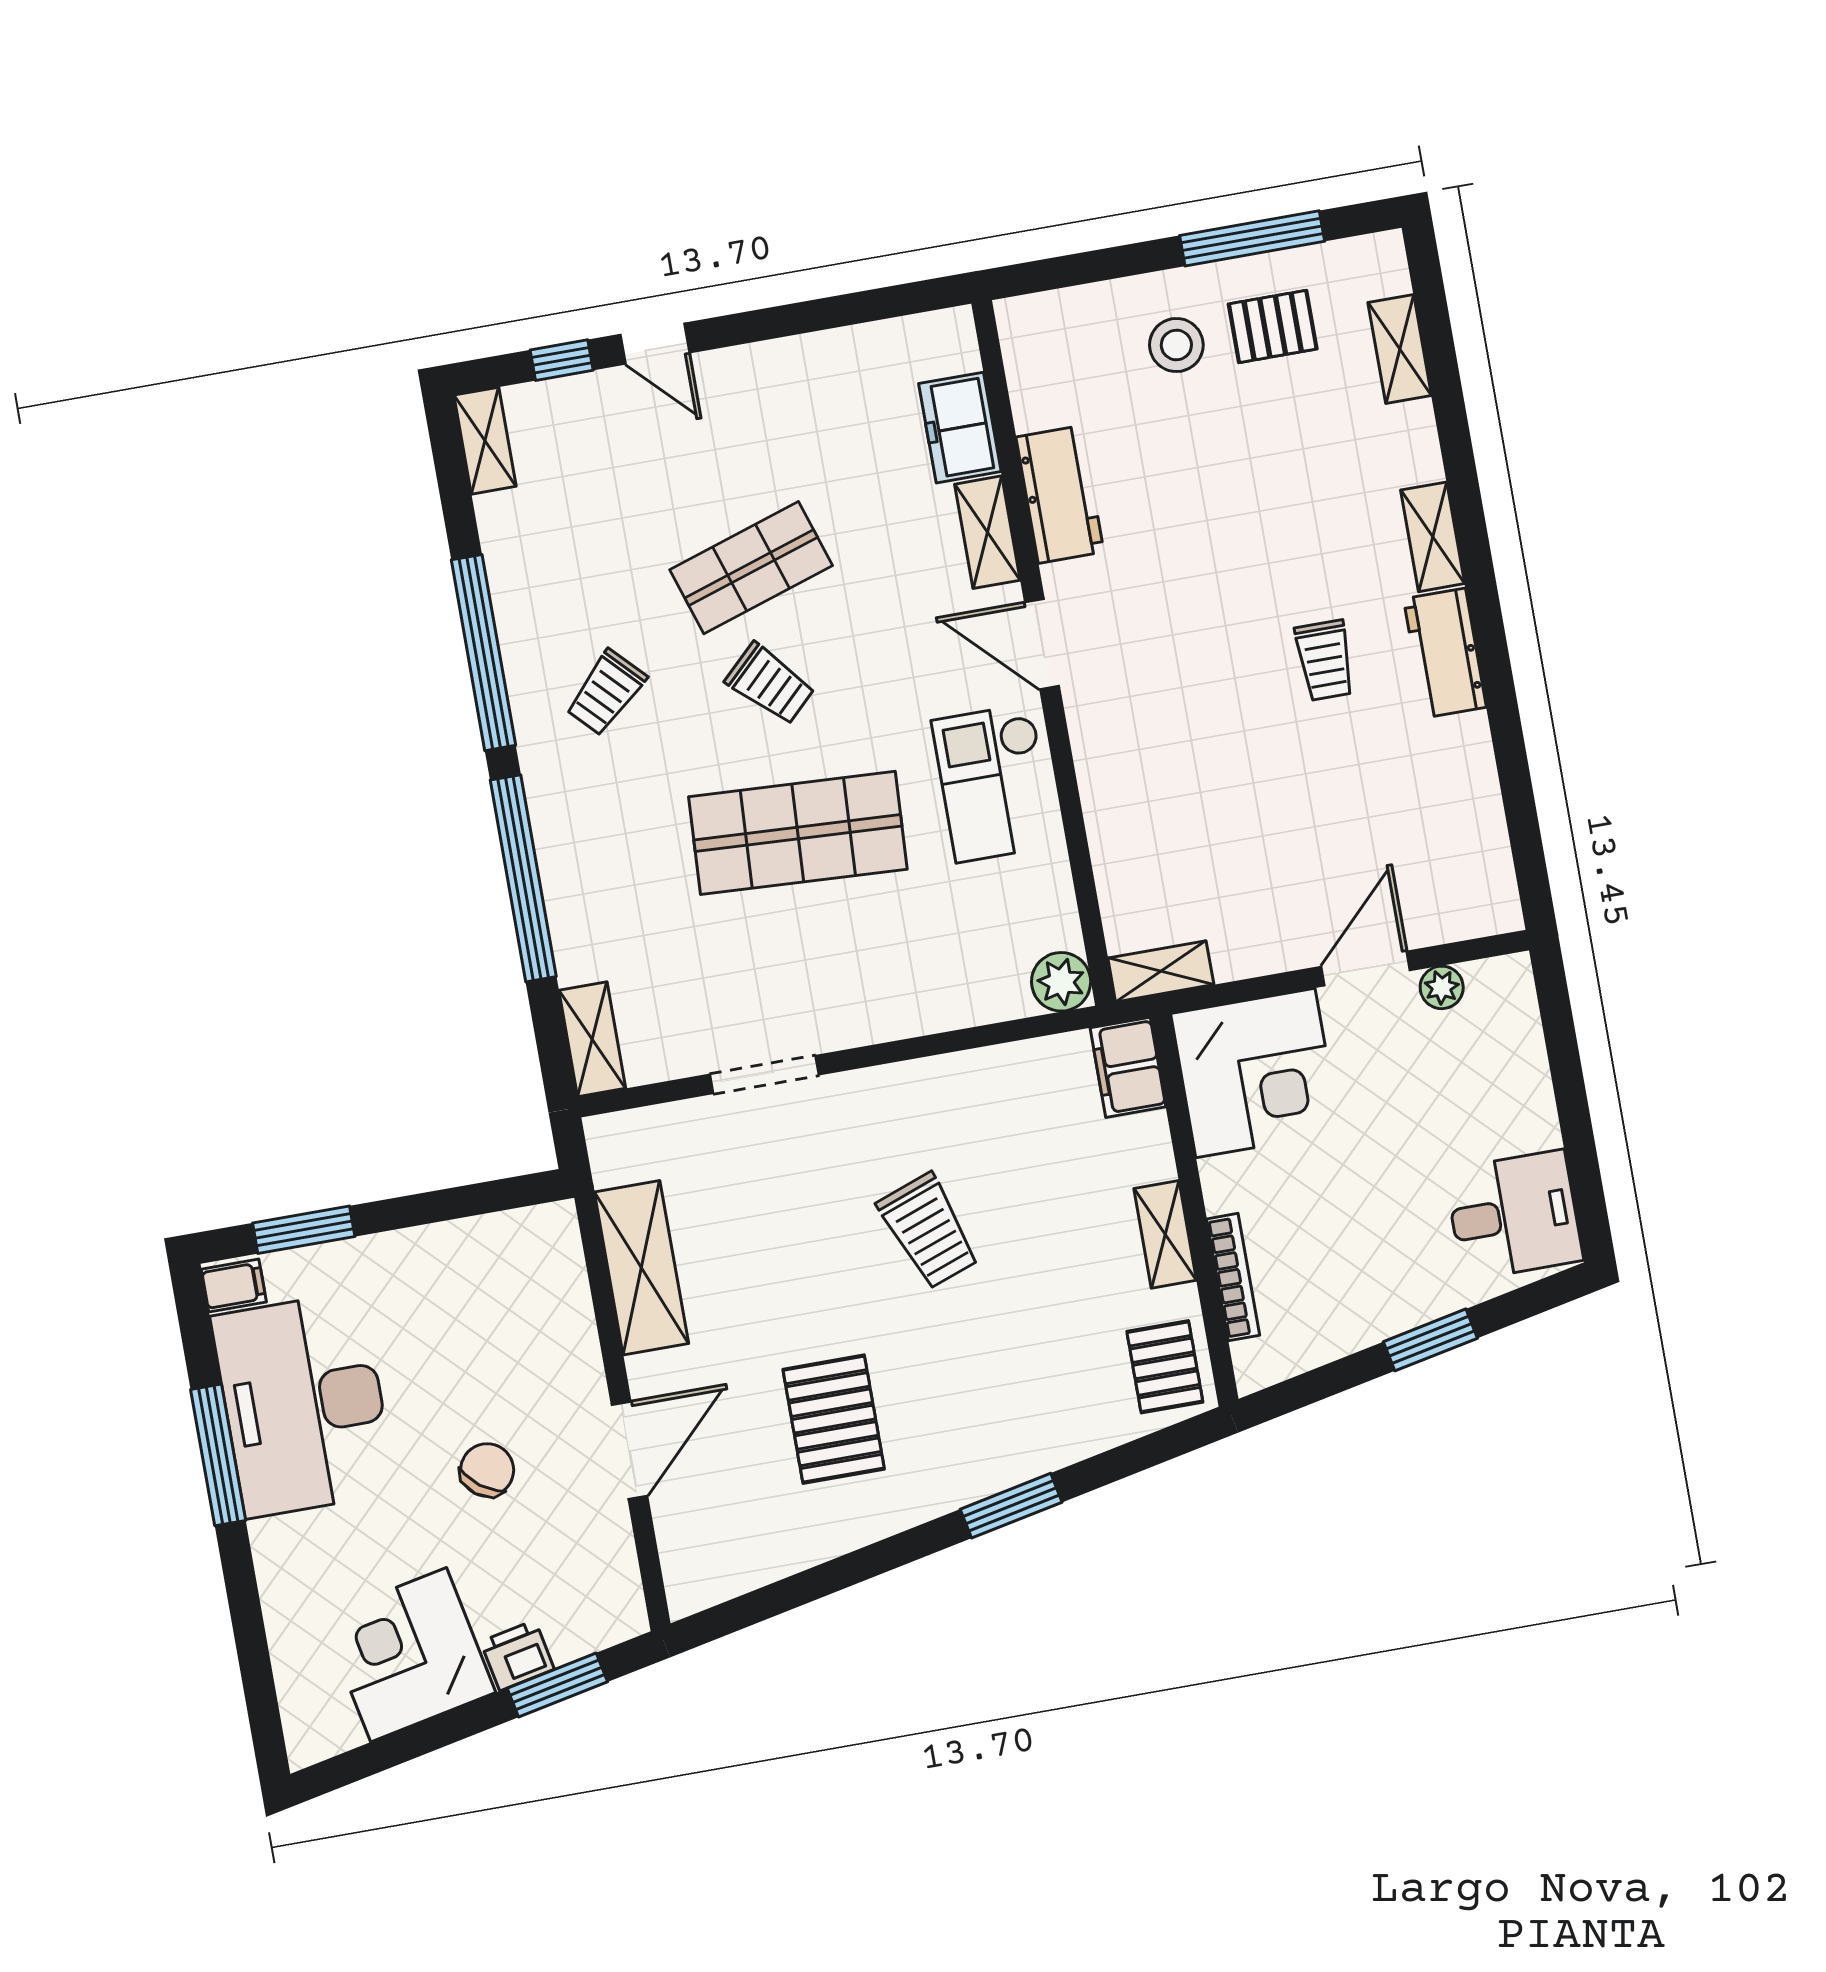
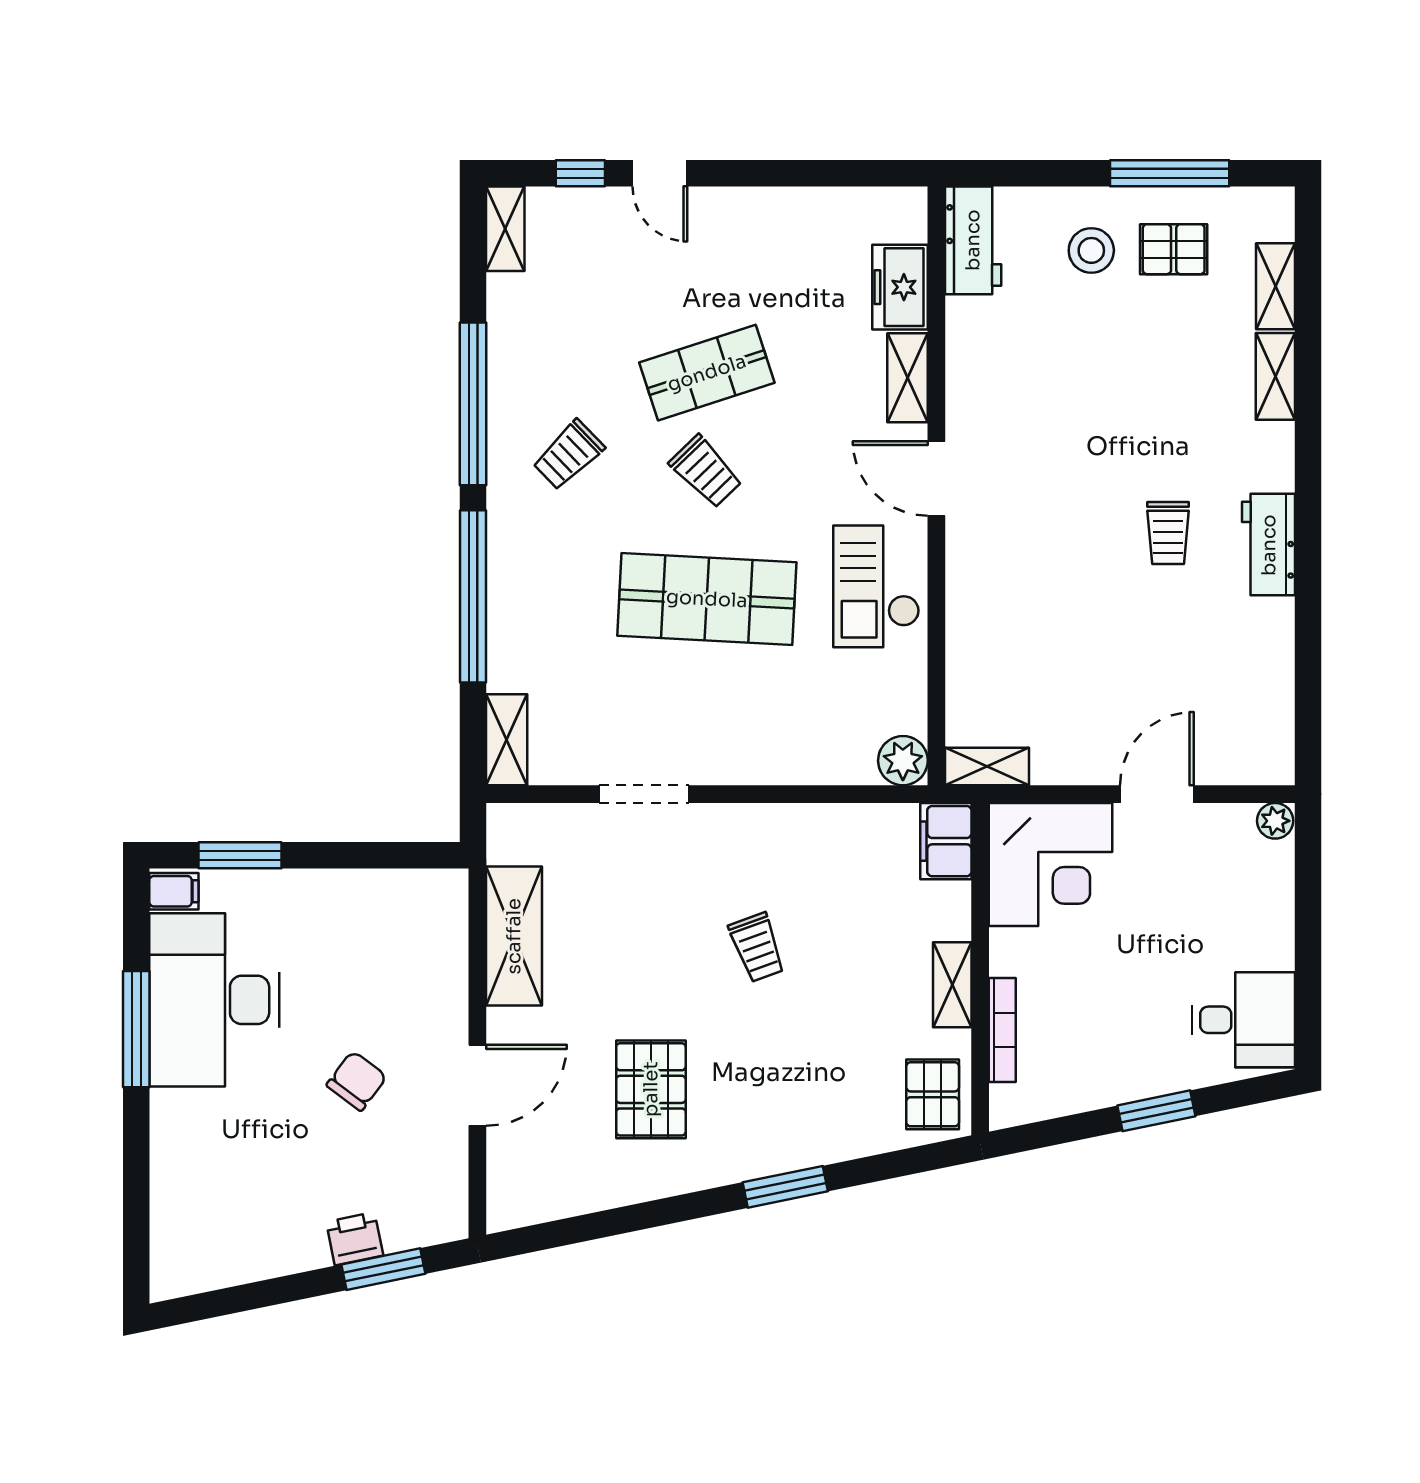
workbench: (1060, 494) -> (973, 240), moved
shelving: (1433, 537) -> (1275, 376), moved
plant: (1442, 987) -> (1275, 821), moved
trolley: (929, 1231) -> (757, 947), width x0.73, depth x0.72
corner desk: (409, 1655) -> (265, 1222), removed

